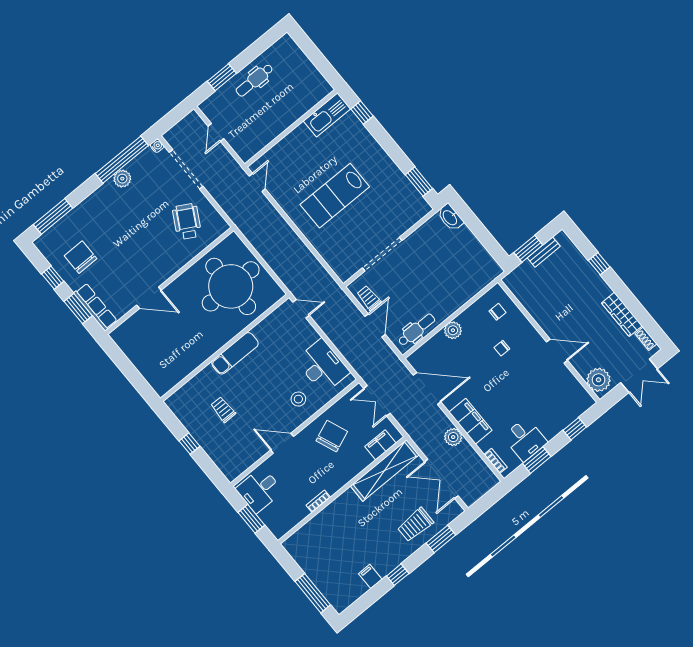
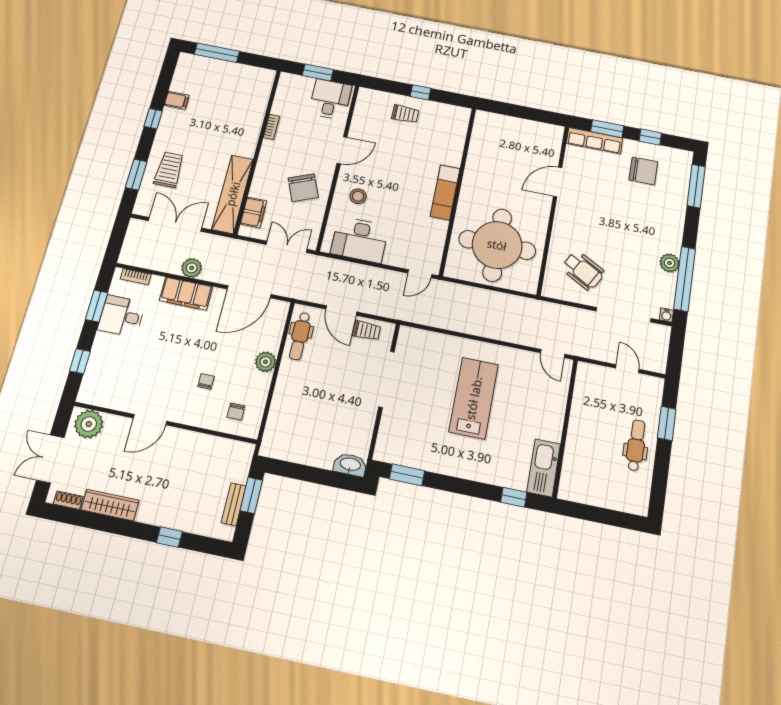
trolley: (223, 409) -> (405, 114), moved

